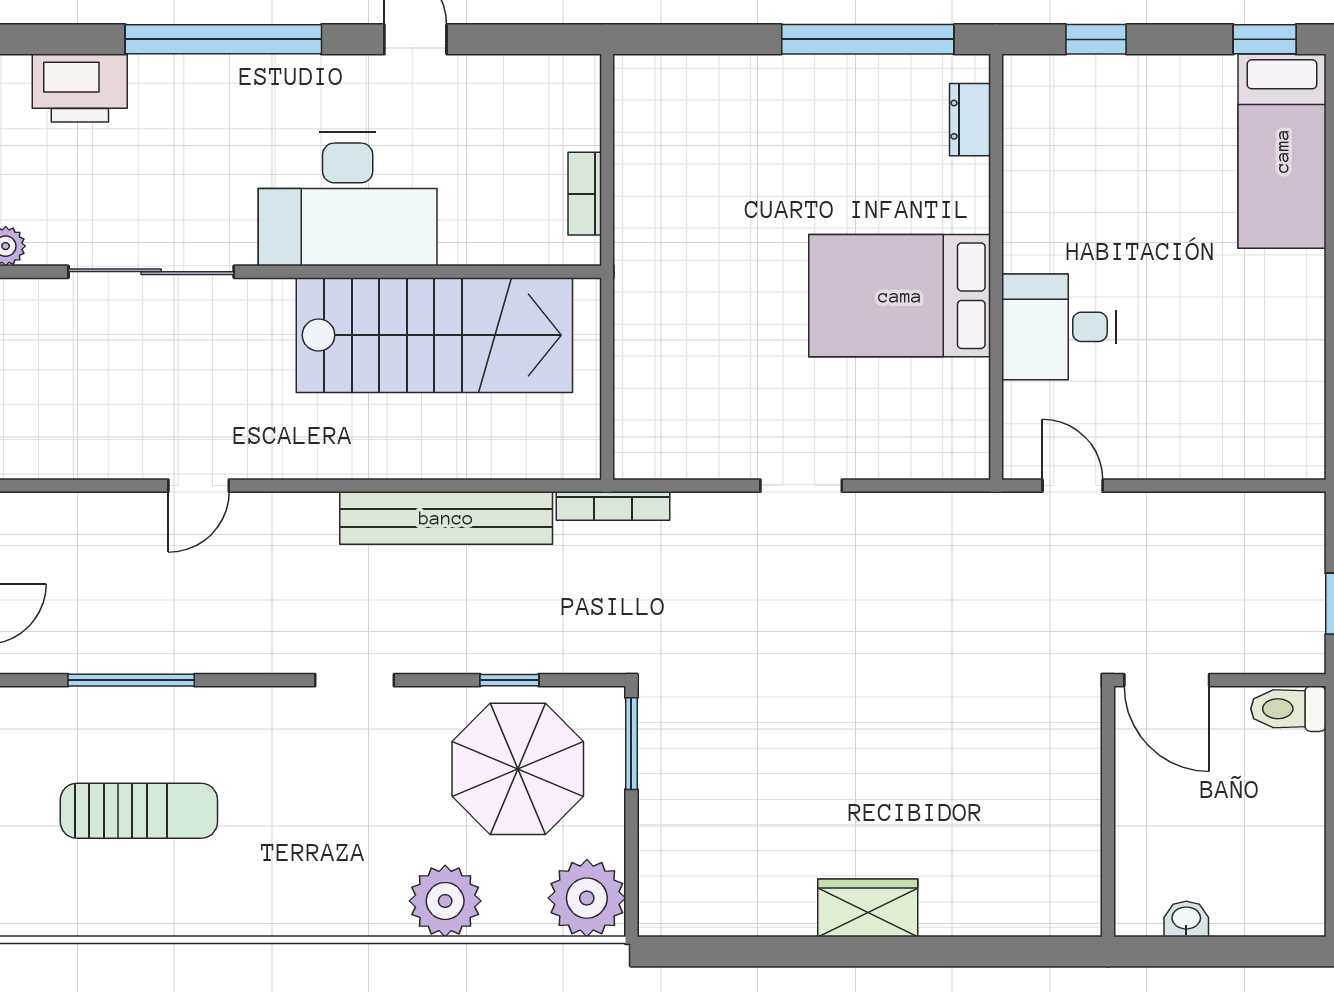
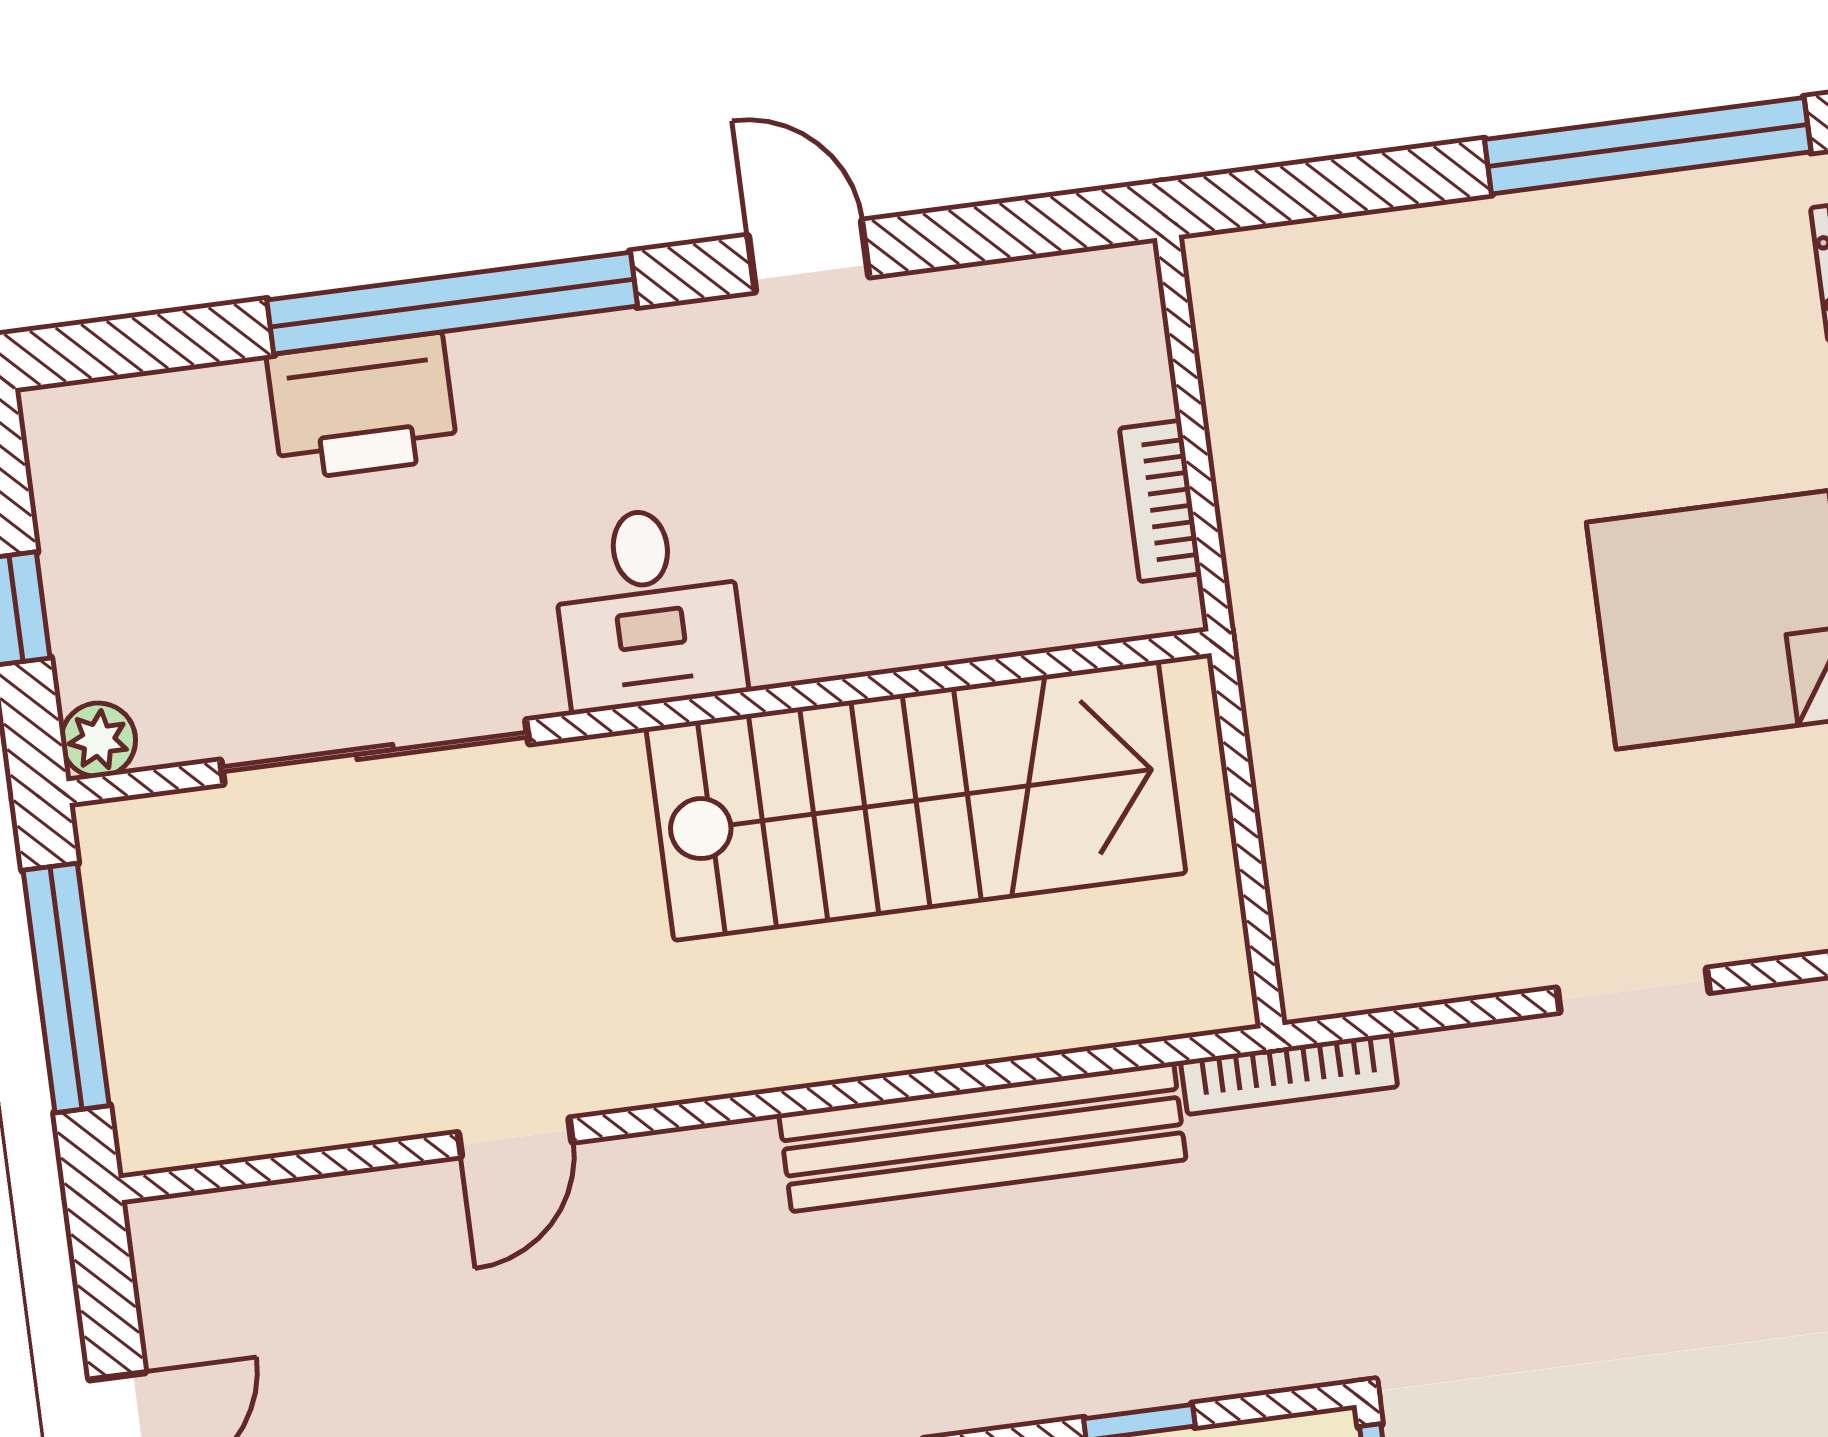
printer: (80, 88) -> (362, 407), moved
desk: (348, 199) -> (648, 608), width x0.53, depth x0.77

